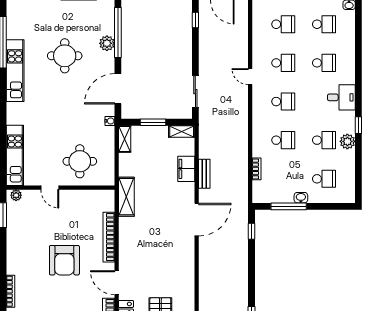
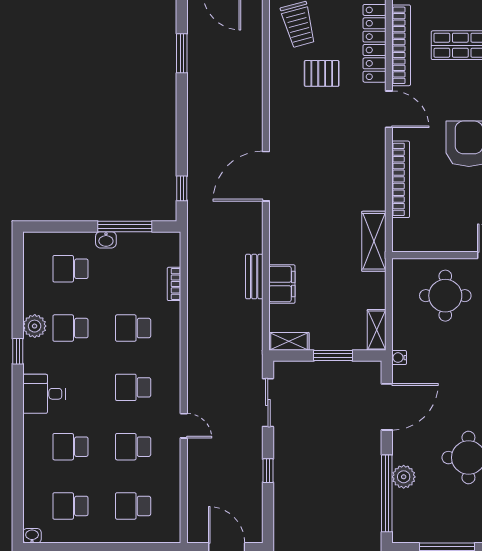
window: (195, 20) -> (268, 471), moved
door: (197, 220) -> (266, 176), moved

